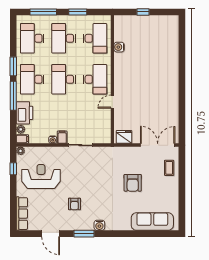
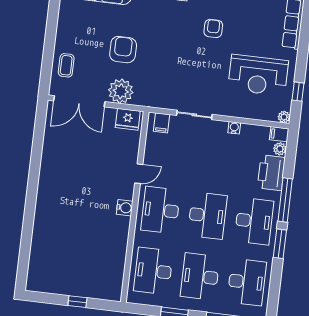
desk: (64, 38) -> (200, 276), turned 180
water cooler: (119, 47) -> (125, 208), moved
filing cabinet: (62, 137) -> (162, 123), moved
plant: (131, 155) -> (121, 91), added

